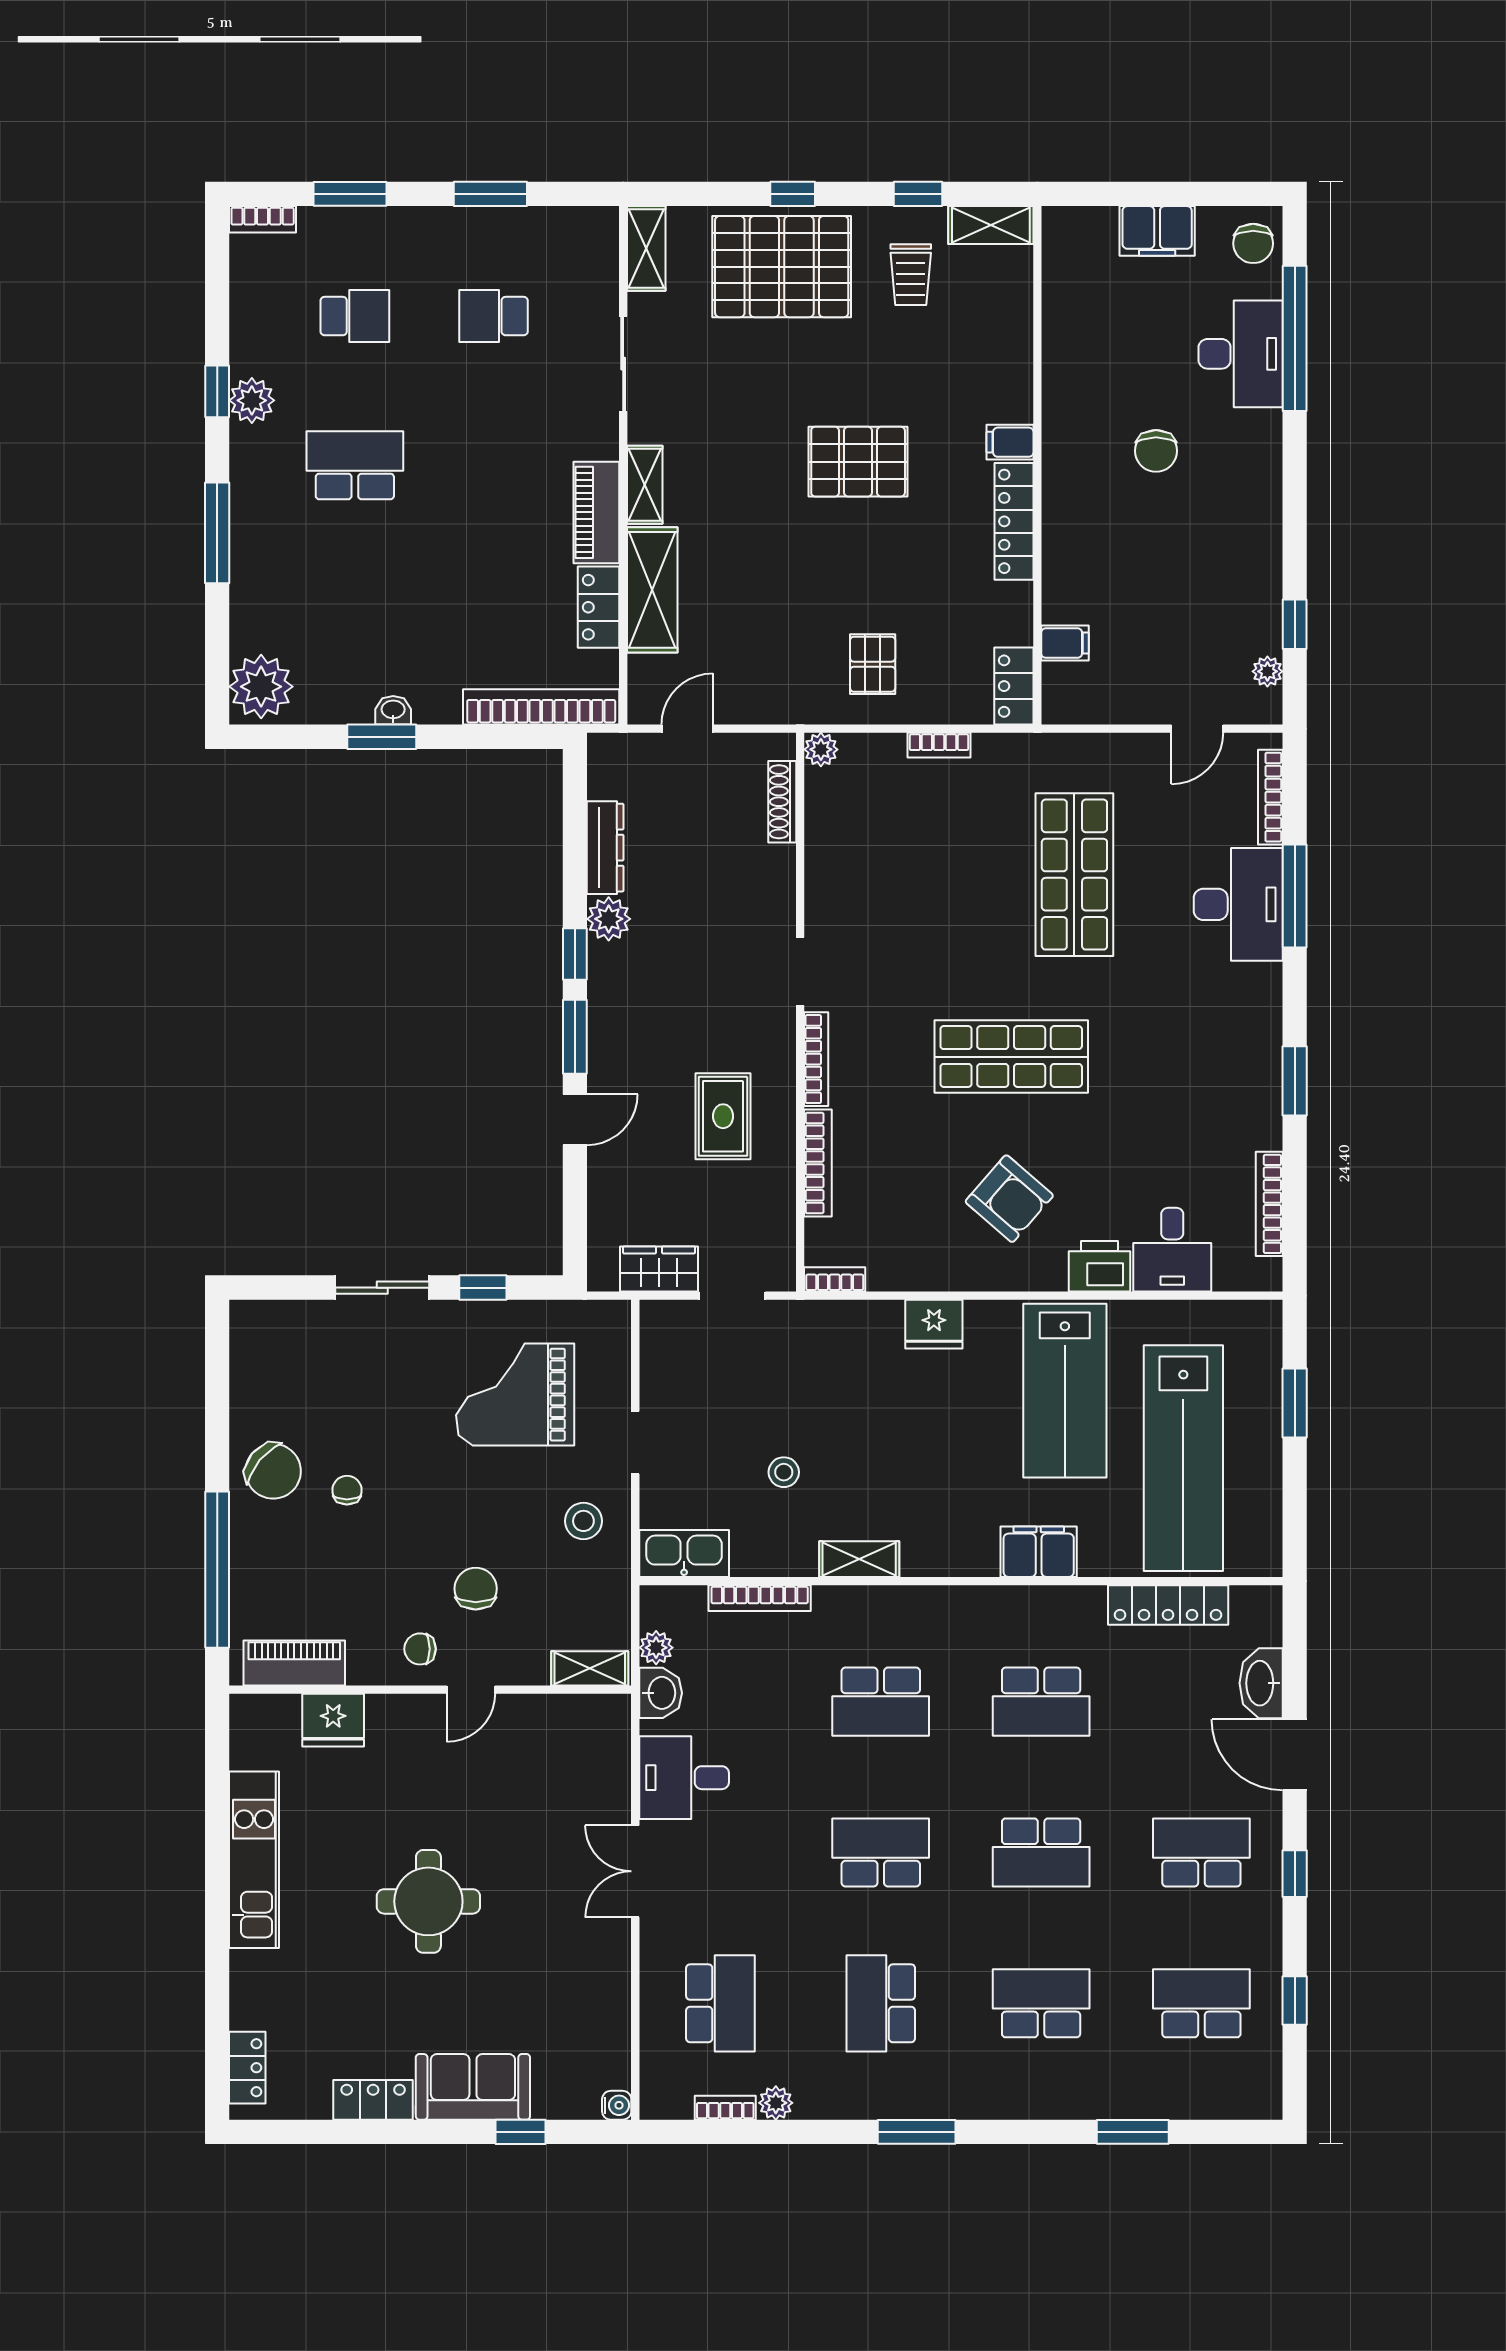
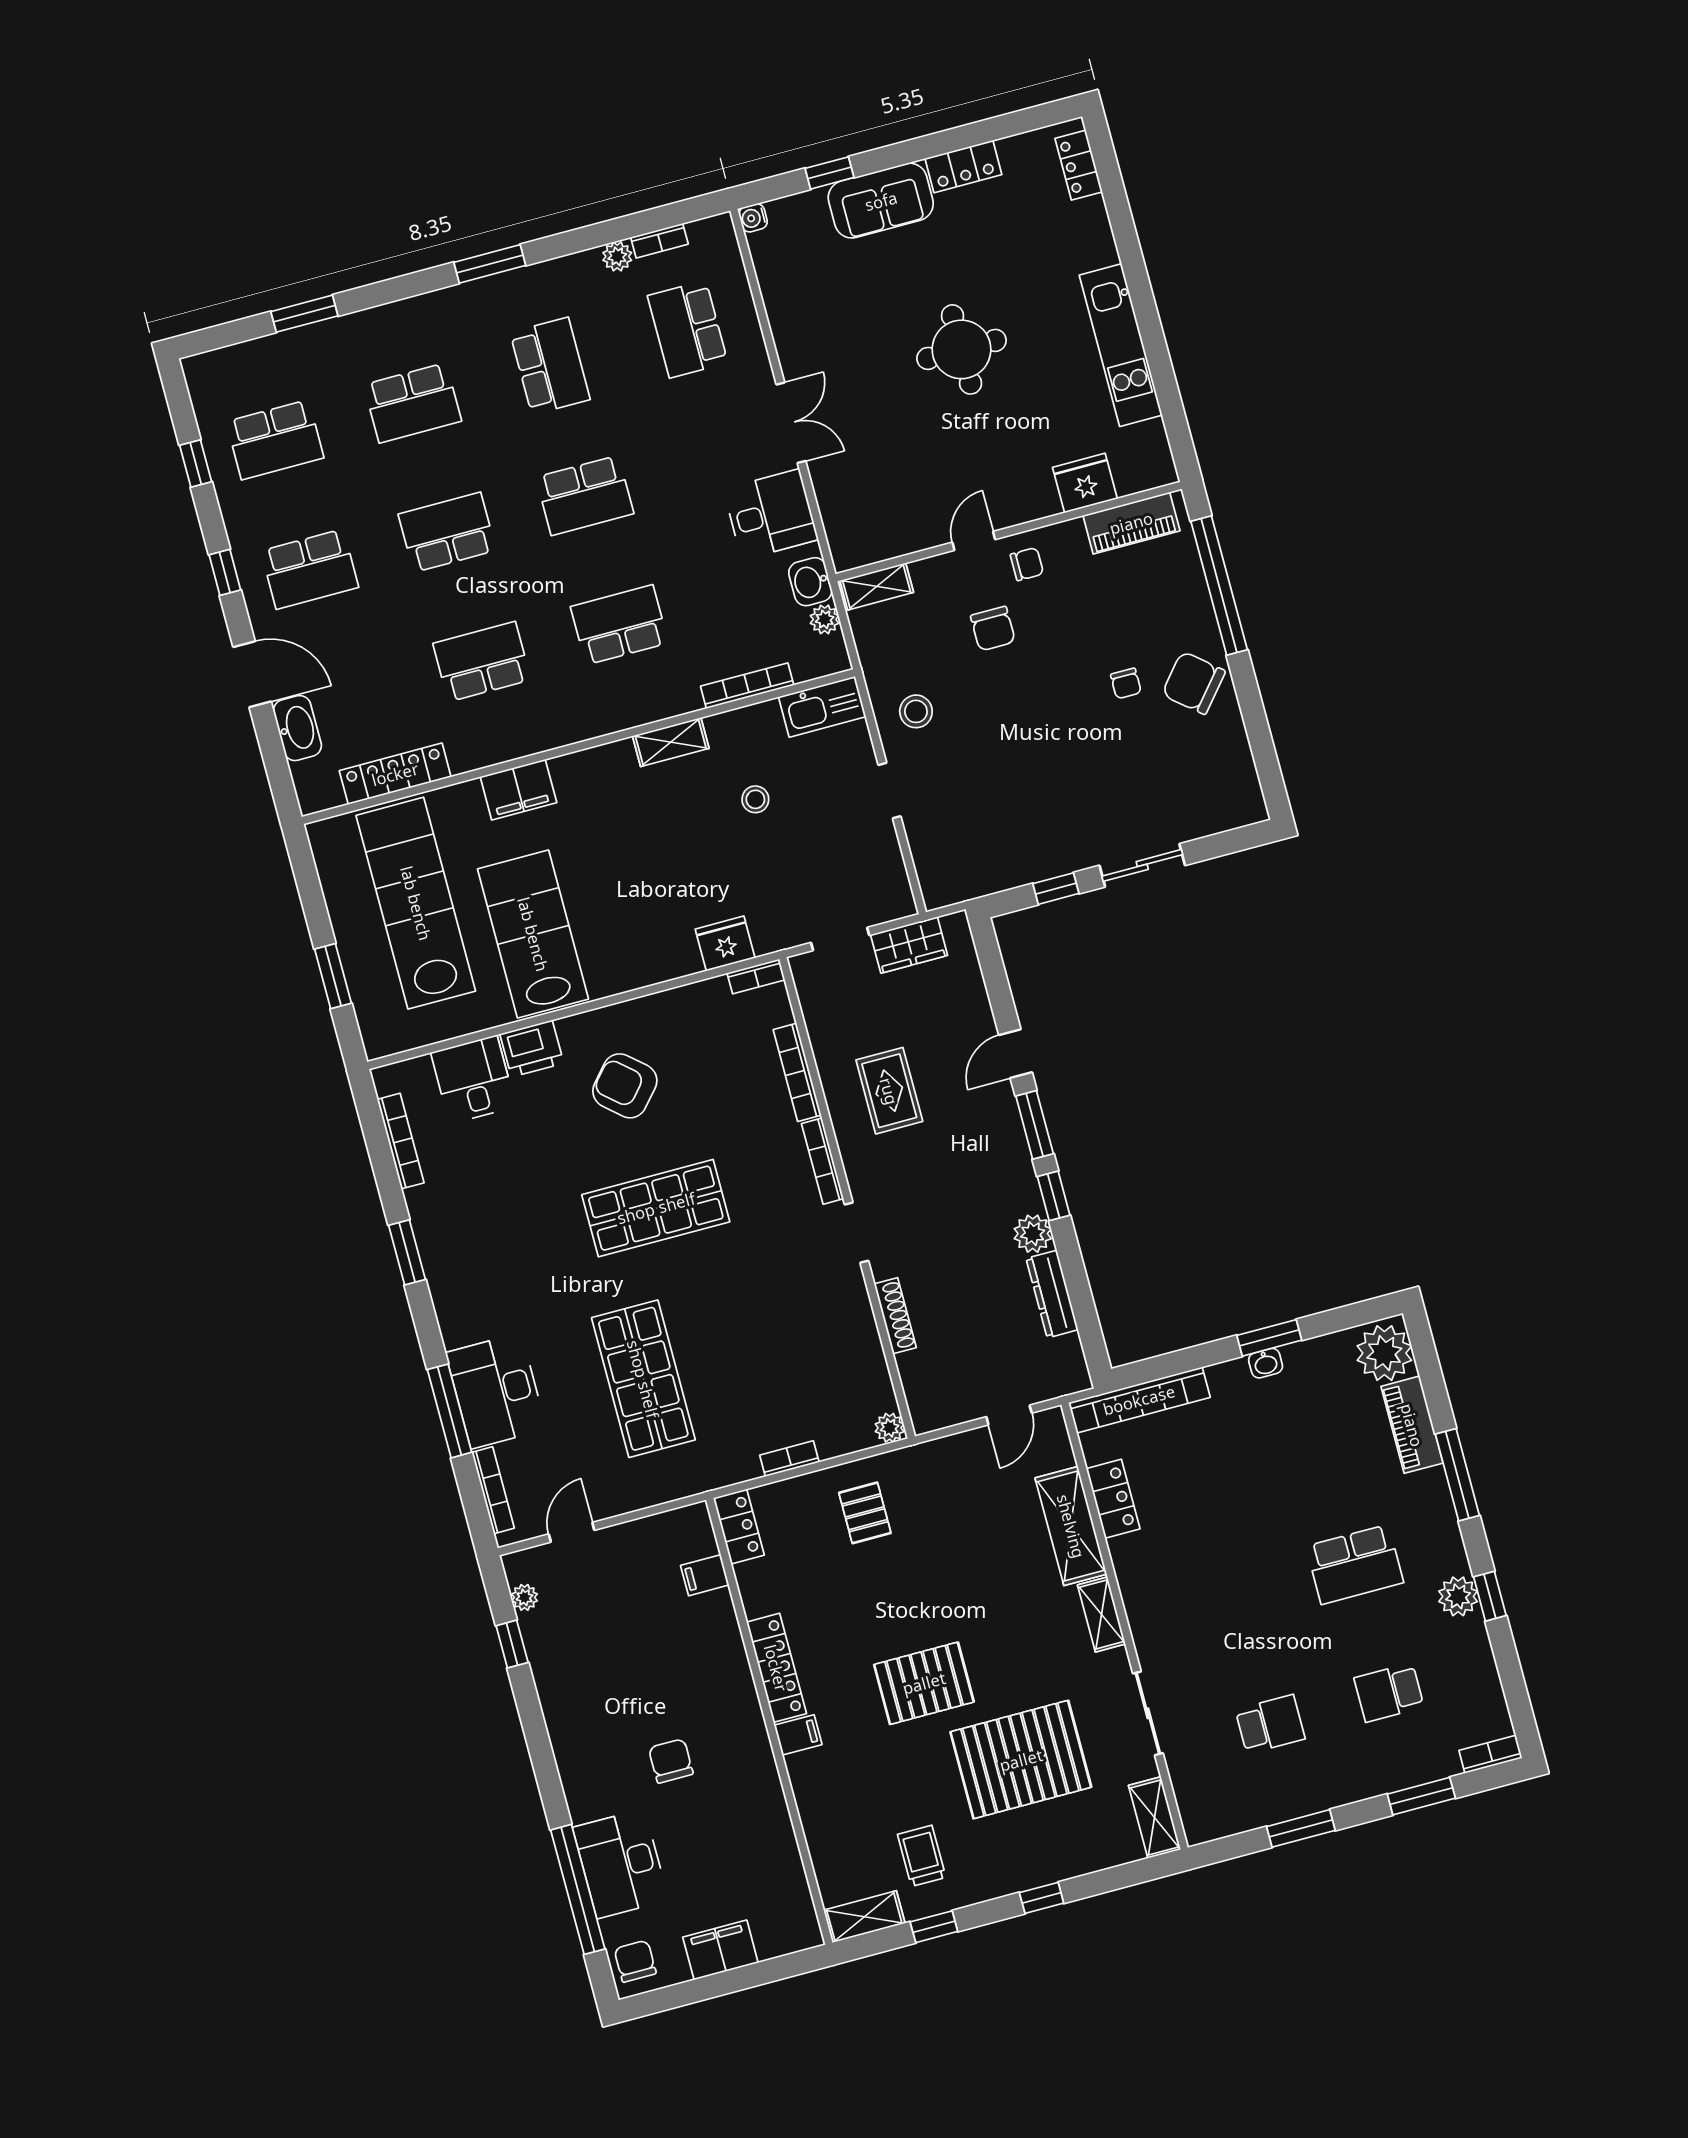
pallet: (782, 267) -> (1021, 1760), moved
piano: (596, 512) -> (1412, 1425), moved, turned 180
shoe rack: (782, 802) -> (895, 1316), moved
fridge: (934, 1324) -> (725, 944), moved
grand piano: (515, 1395) -> (1004, 804), removed

